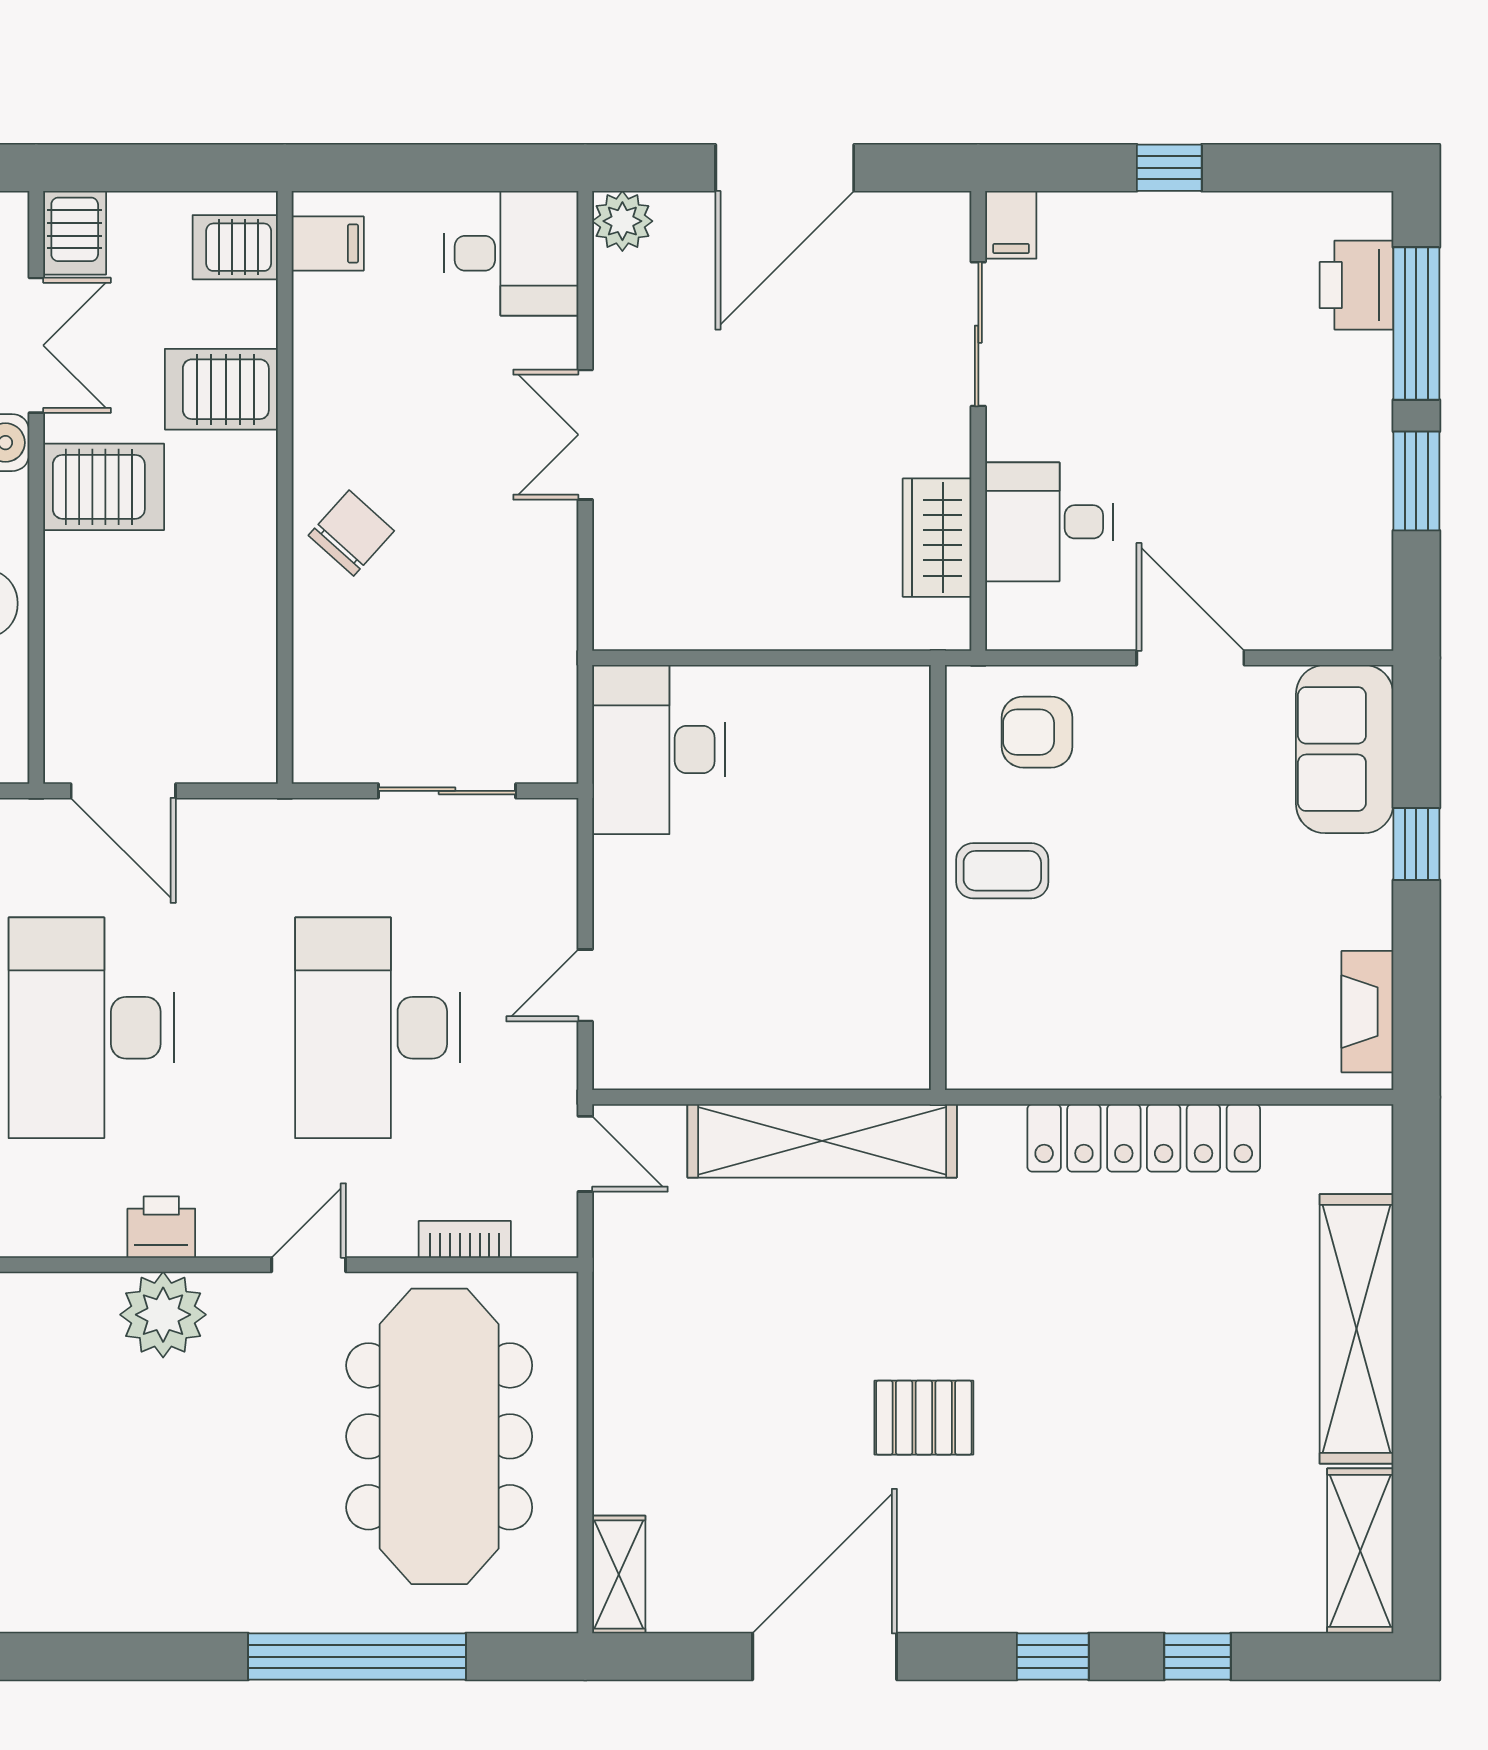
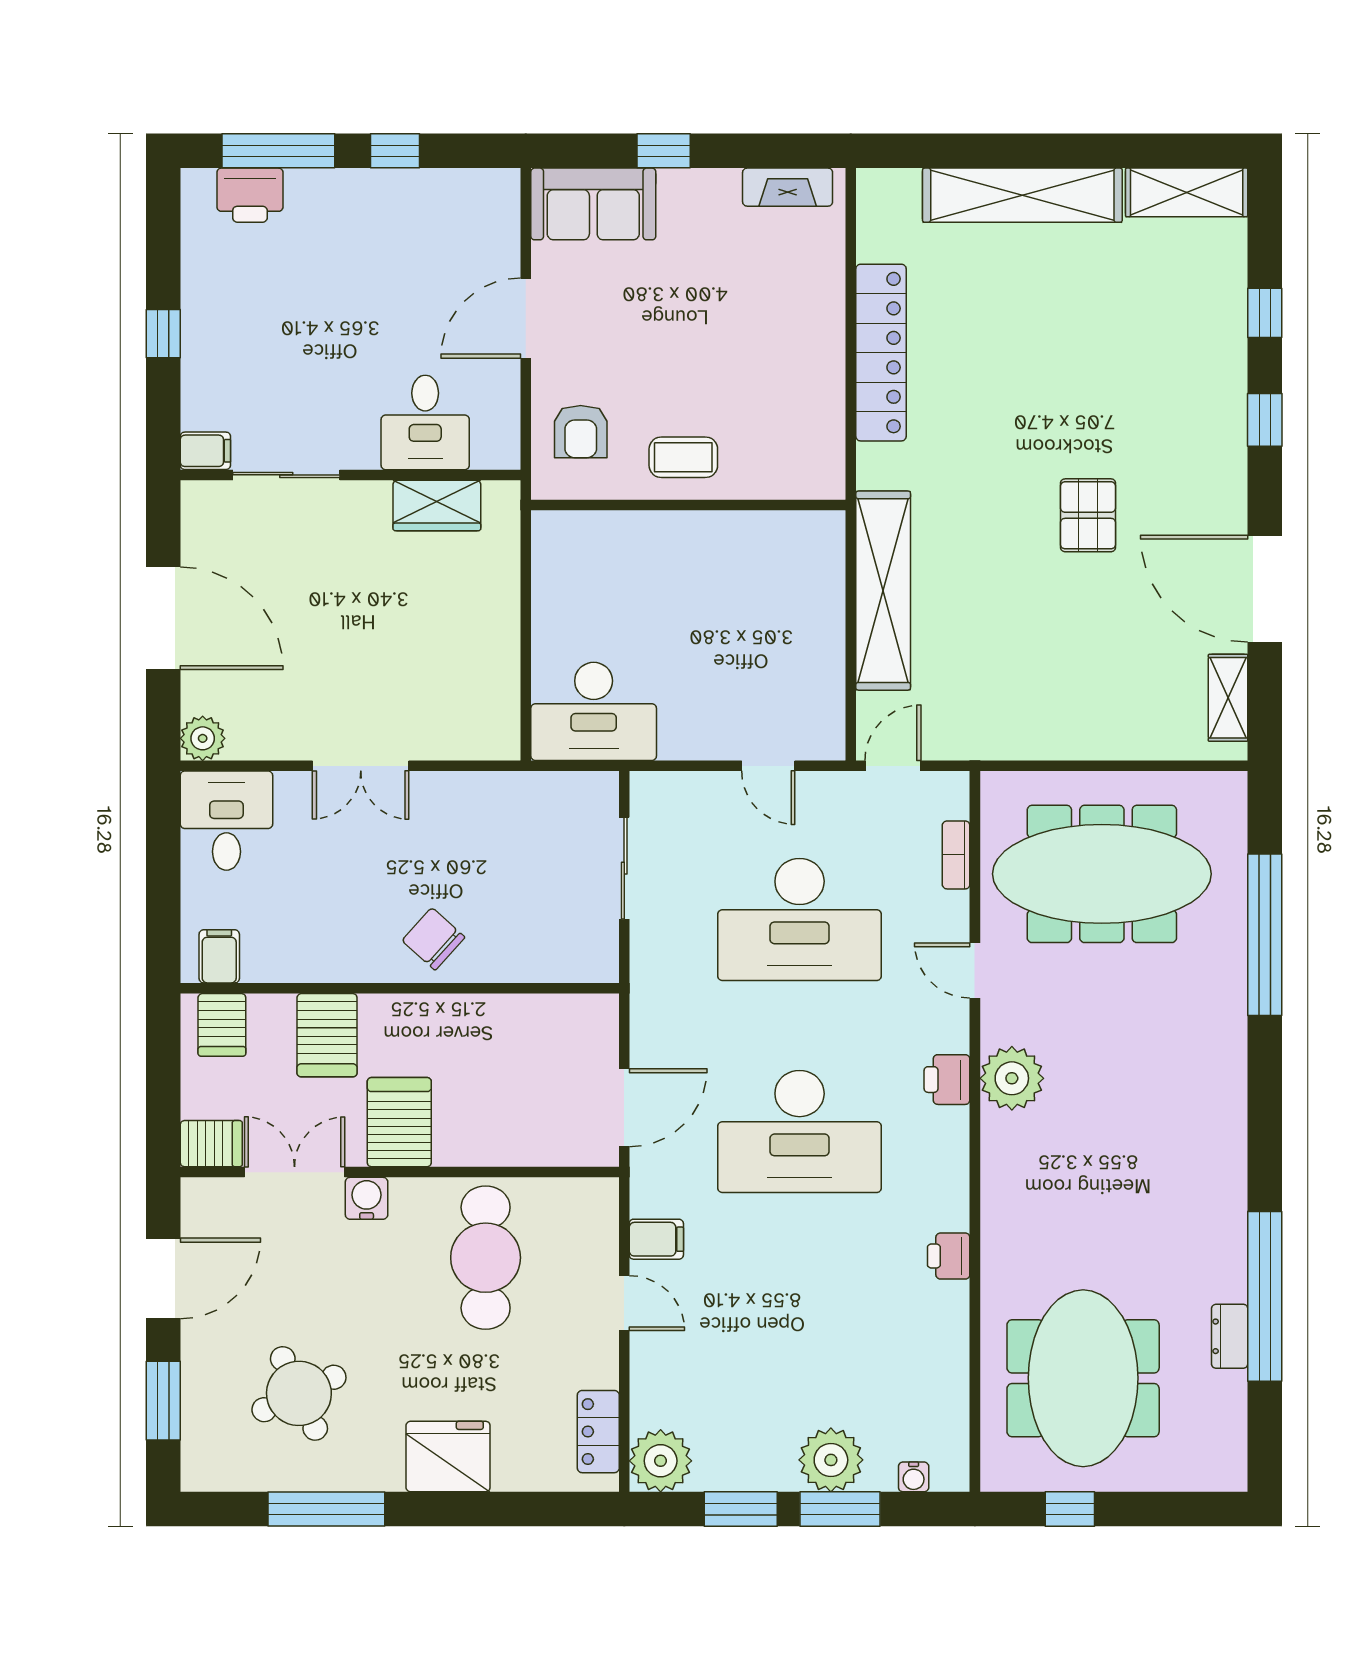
window: (1416, 481) -> (395, 151), width x0.67
coffee table: (1002, 871) -> (683, 457), turned 90
shelving: (619, 1575) -> (1228, 698), moved, turned 90

